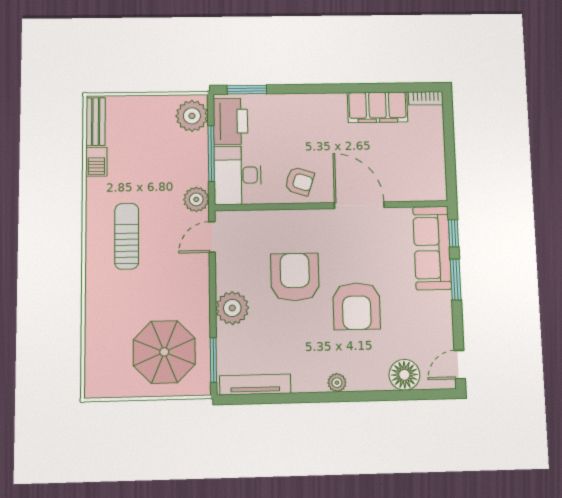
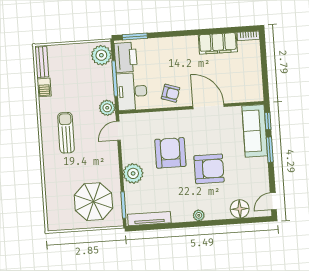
armchair: (357, 306) -> (209, 169), turned -90

